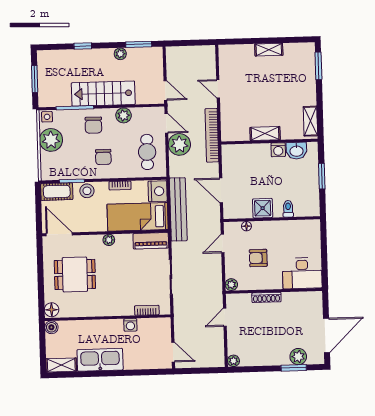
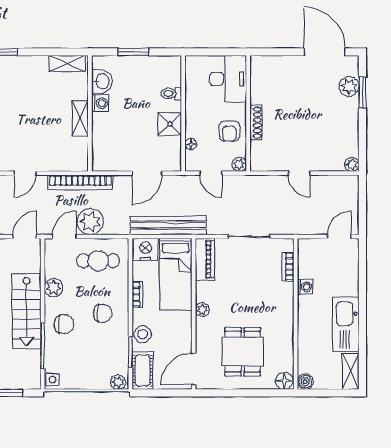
plant: (51, 140) -> (118, 382), moved, width x0.53, depth x0.53
desk: (302, 273) -> (228, 79), moved
plant: (231, 285) -> (239, 164), moved
wall: (274, 291) -> (248, 113), moved
shoe rack: (266, 297) -> (256, 123), moved

